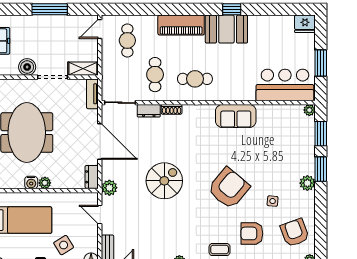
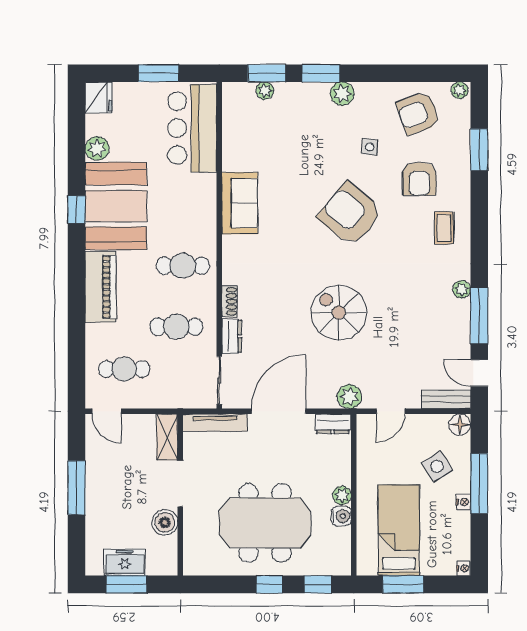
plant: (272, 23) -> (97, 148), added
booth: (226, 29) -> (116, 206), width x1.36, depth x1.42
cafe table: (195, 79) -> (183, 266), turned 90
tv unit: (92, 94) -> (215, 423), width x1.41
plant: (309, 110) -> (265, 91), moved

